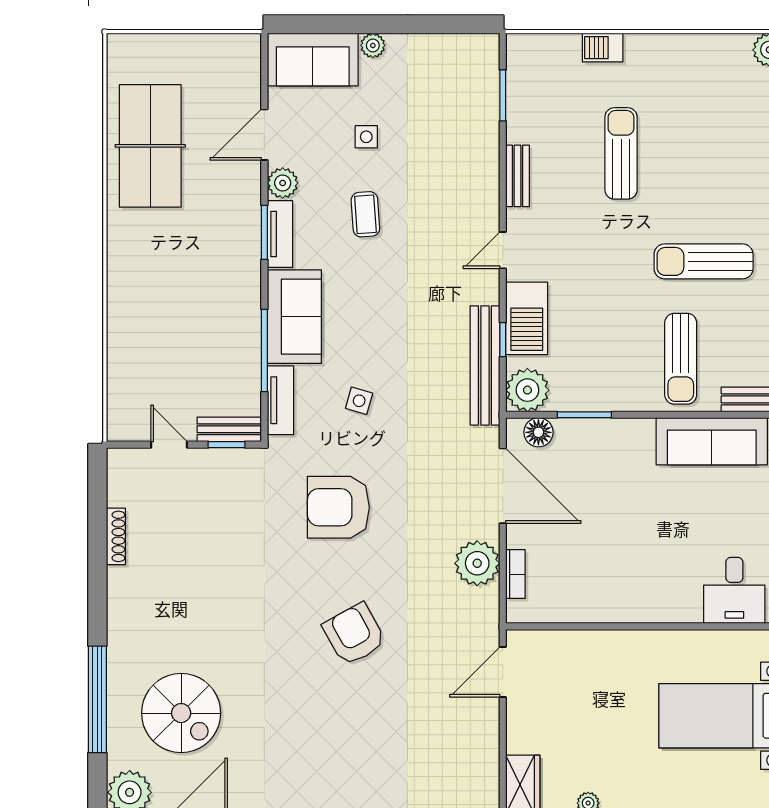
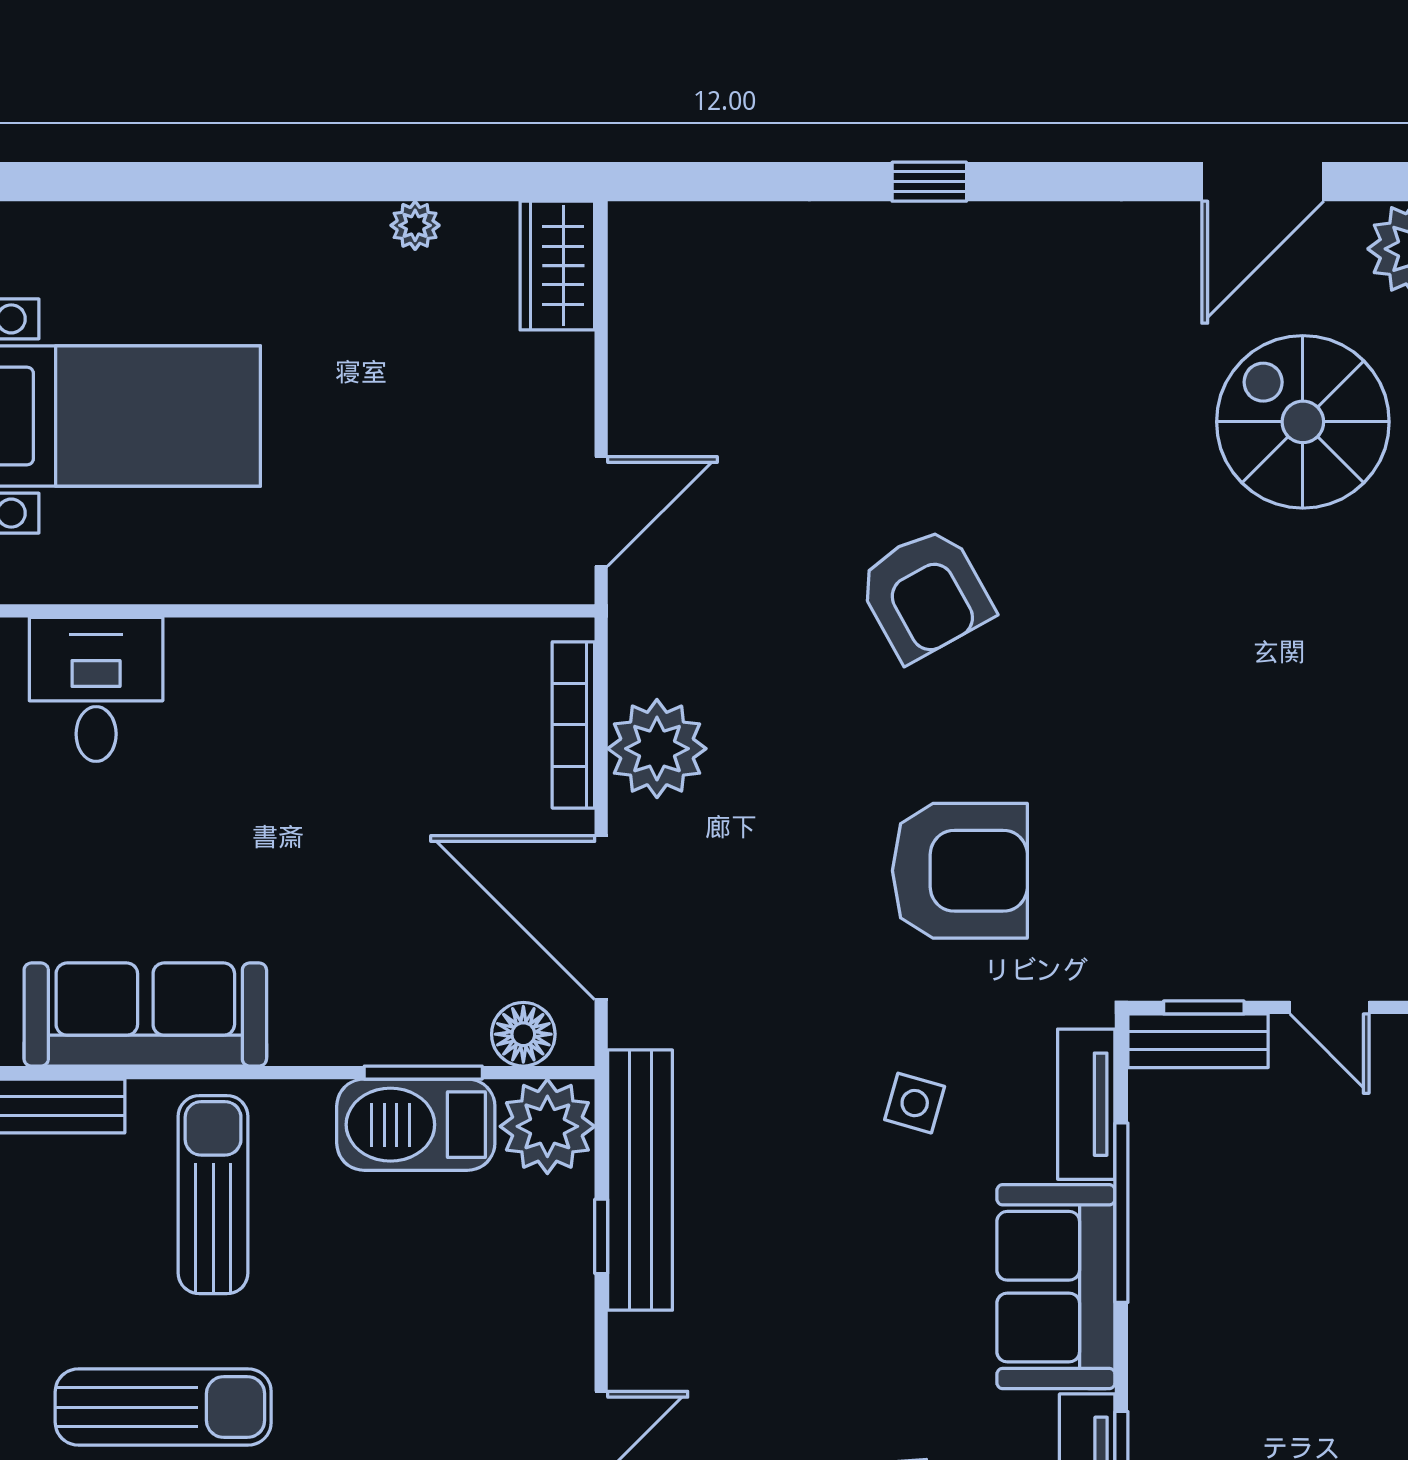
barbecue: (527, 318) -> (416, 1125), moved, turned -90
bookcase: (515, 574) -> (573, 725), width x1.56

